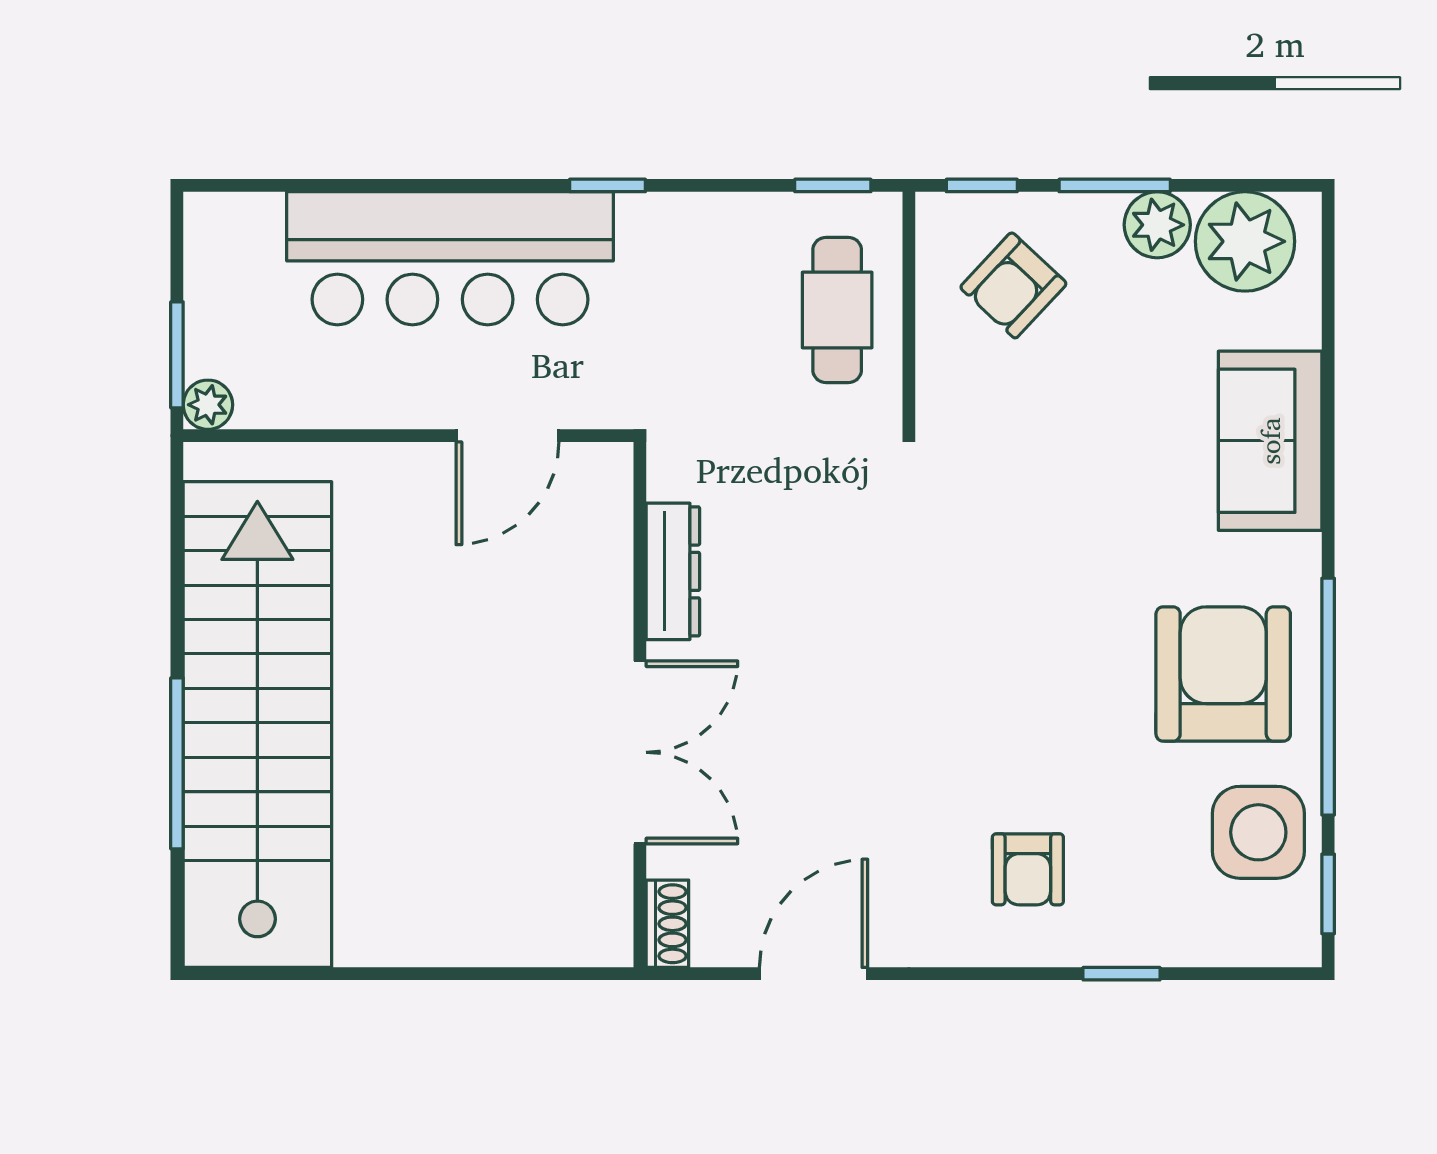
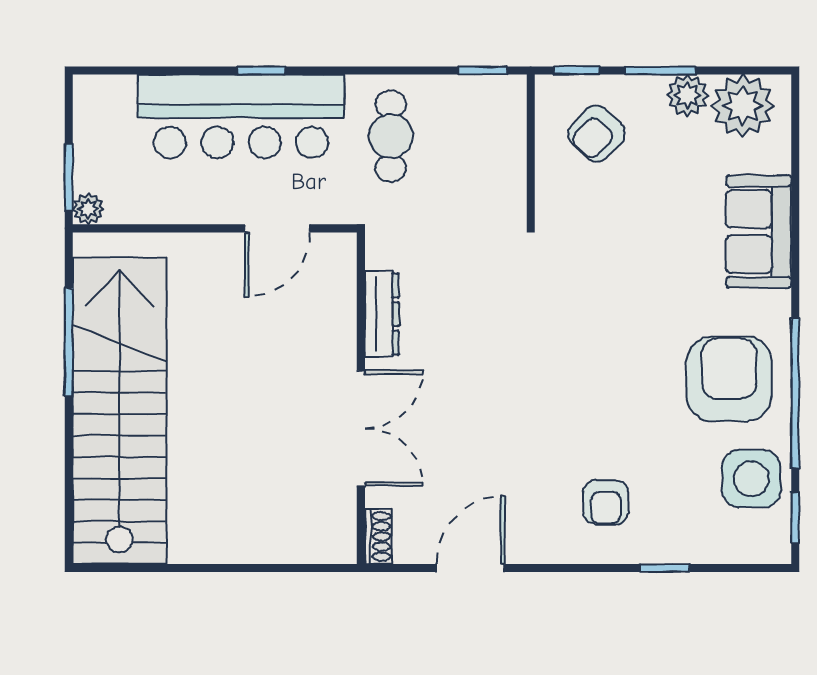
window: (607, 185) -> (261, 70), moved
cafe table: (837, 310) -> (391, 136), moved
window: (177, 763) -> (69, 342), moved

